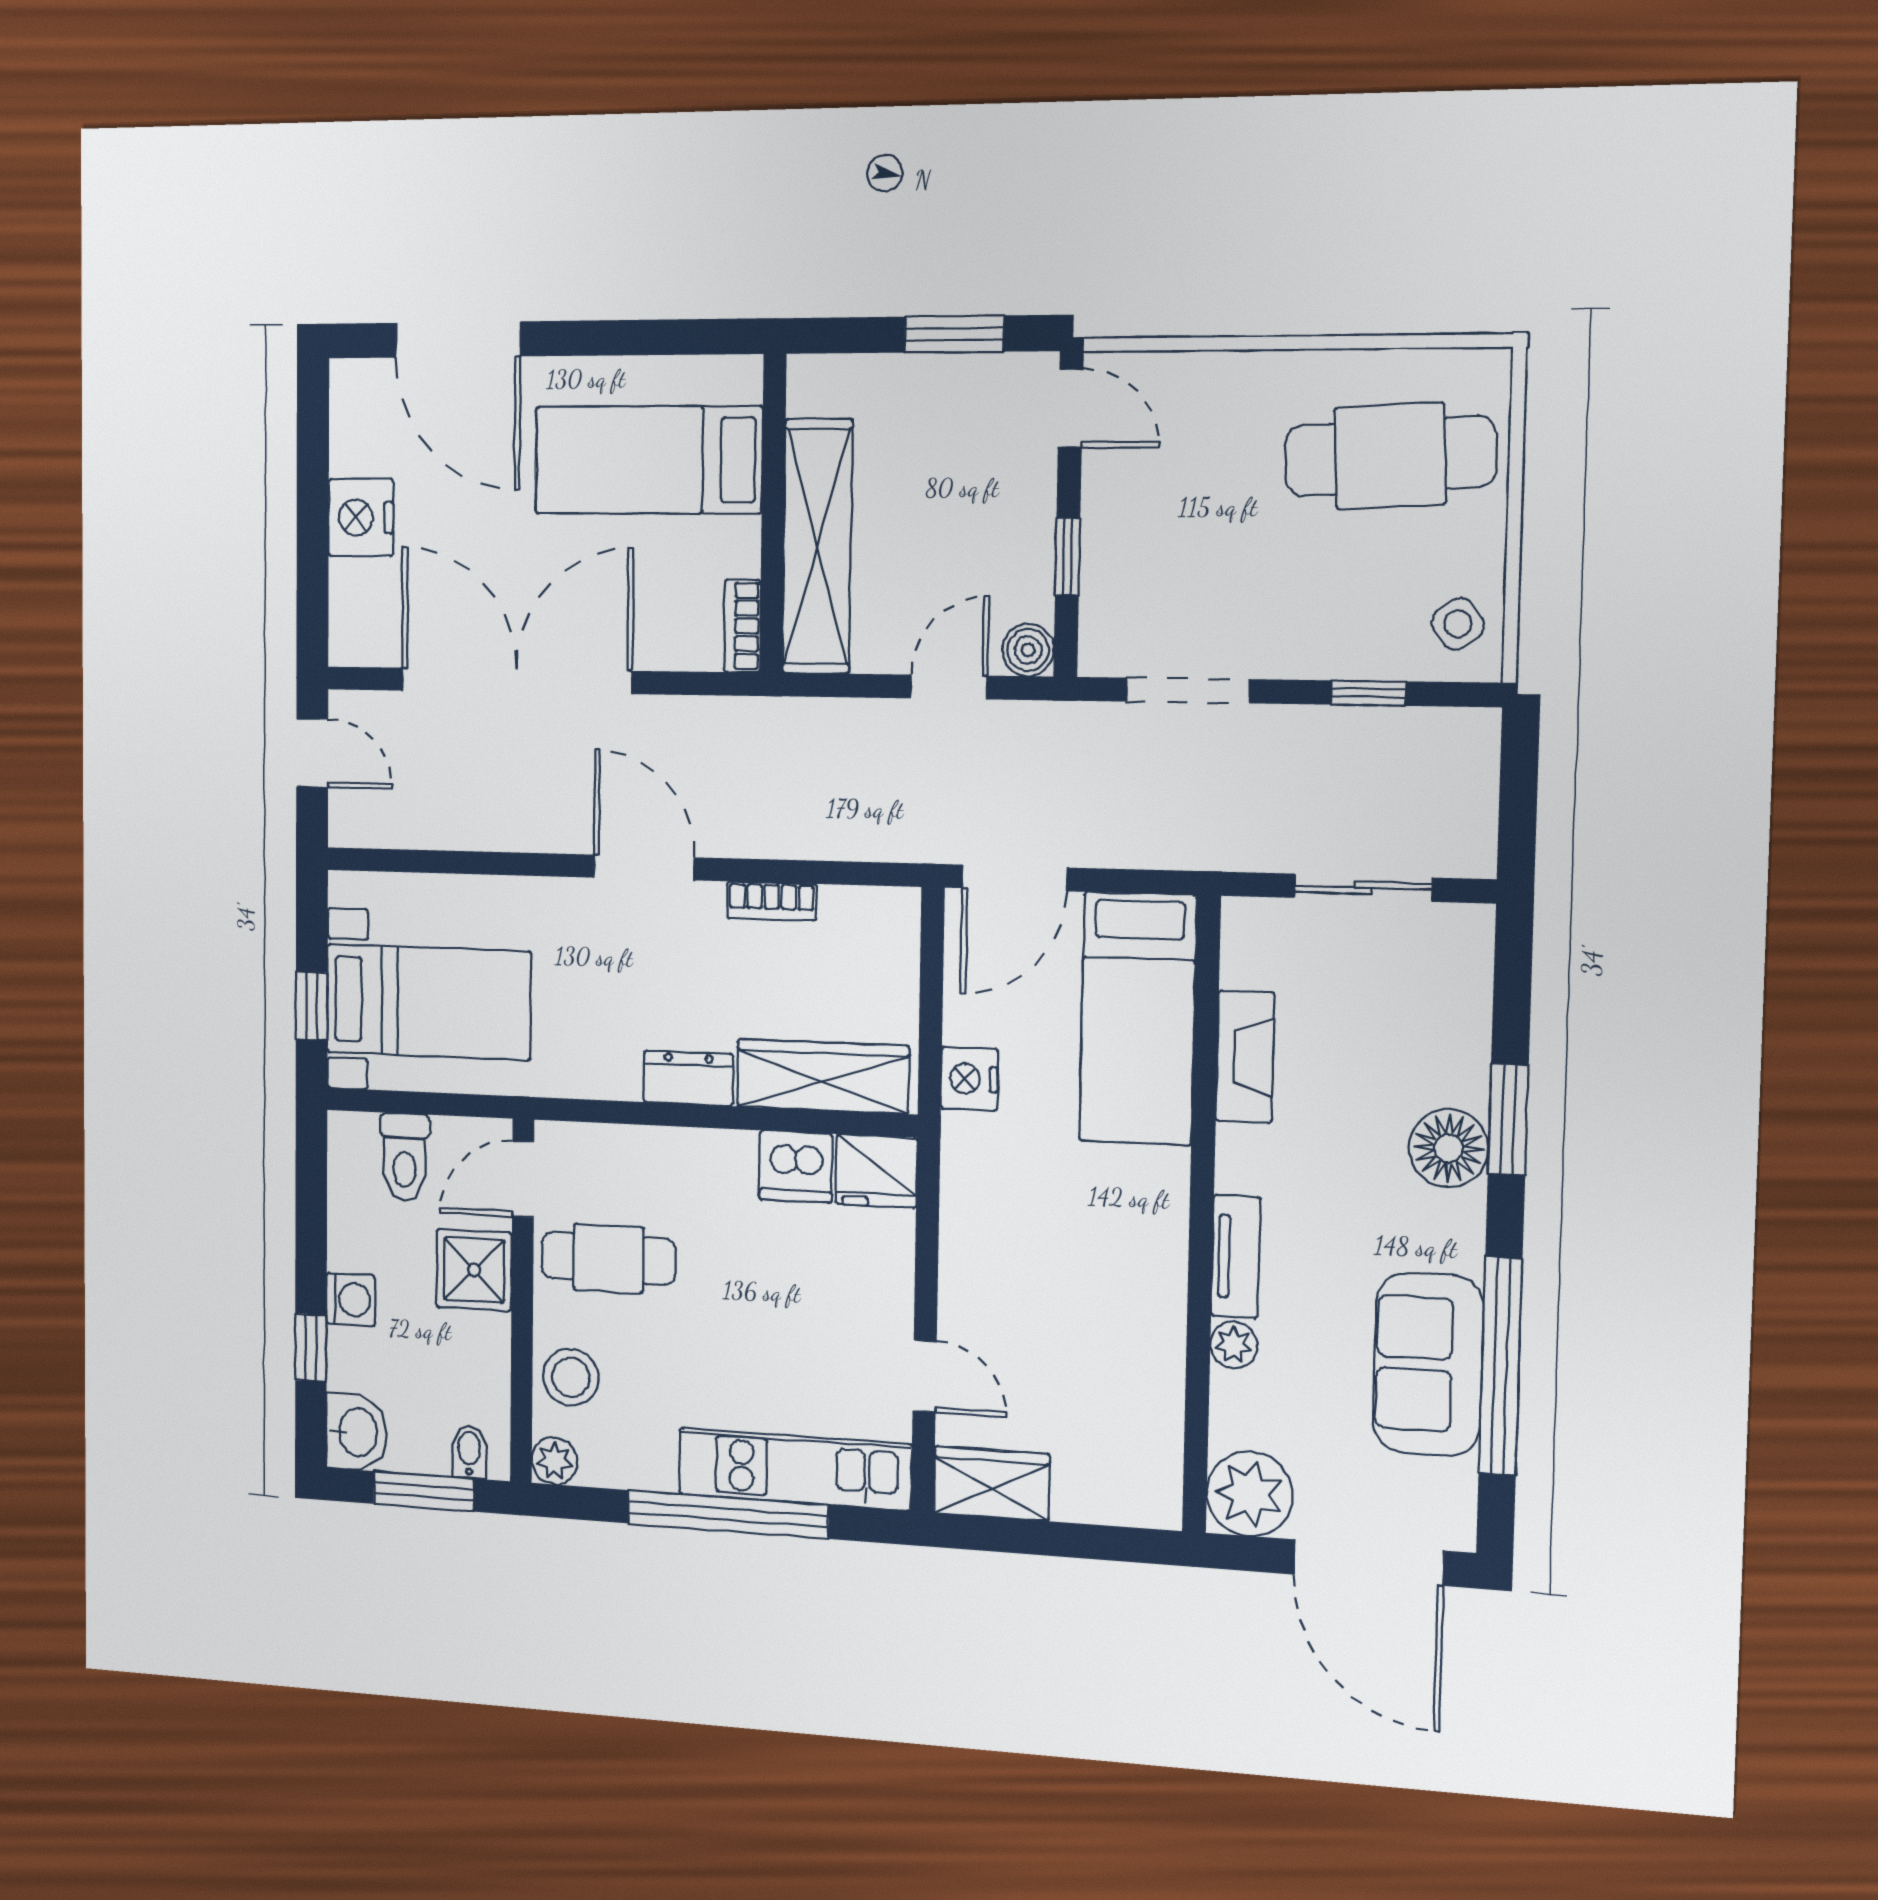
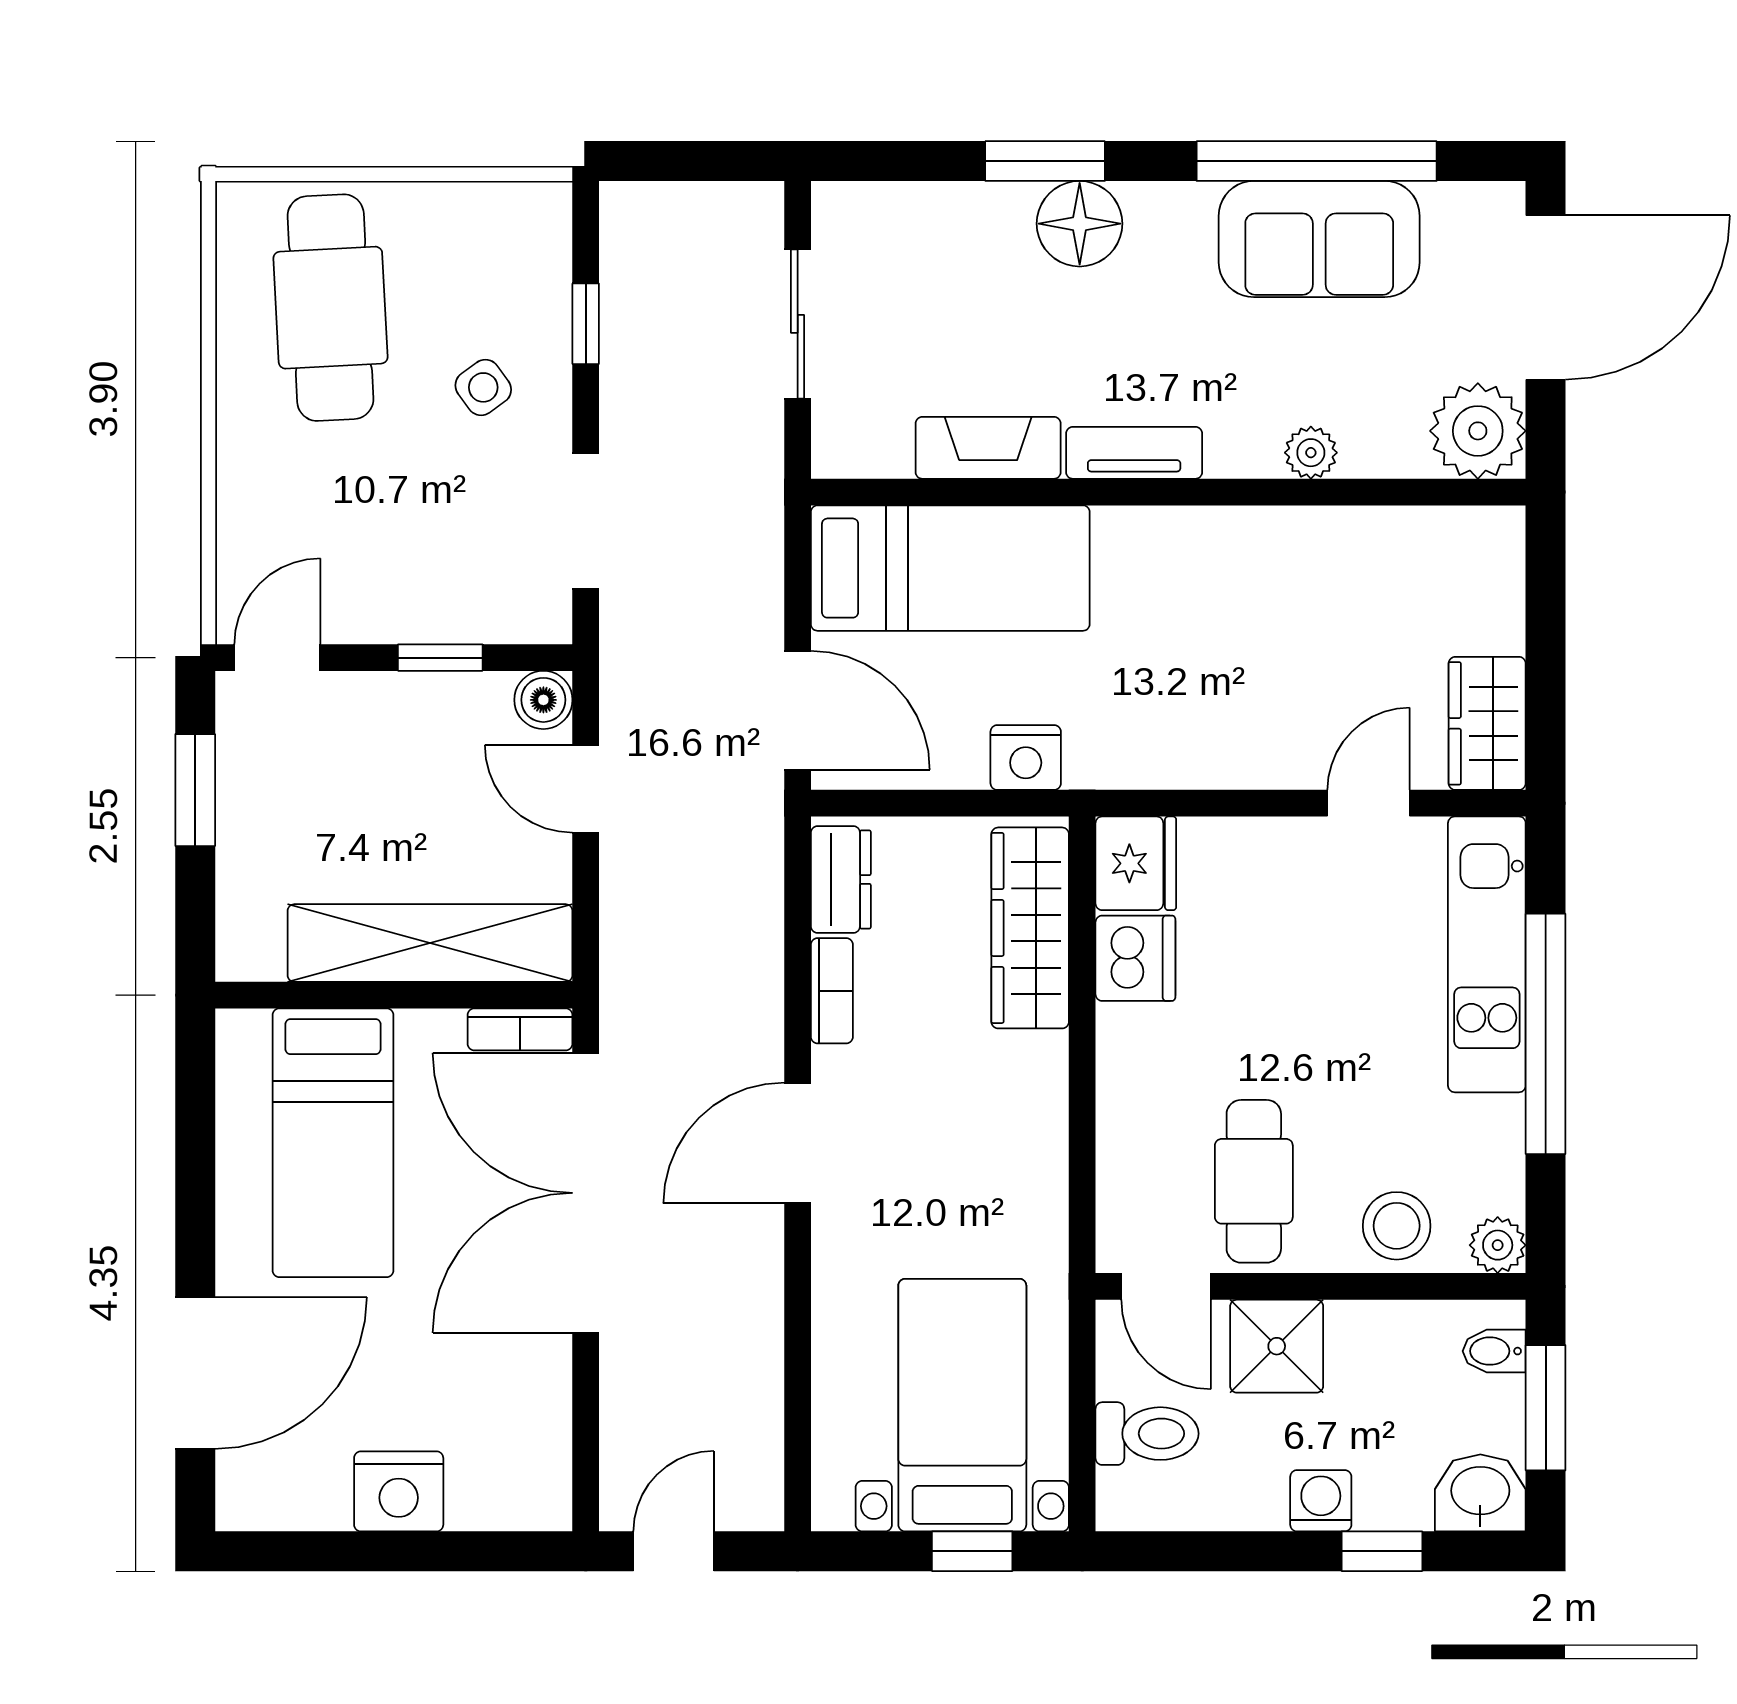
side table: (1458, 624) -> (483, 387), moved
double door: (516, 681) -> (586, 1193), moved
dresser: (688, 1078) -> (841, 880), moved, turned 180
tv unit: (1236, 1256) -> (1134, 453), moved

